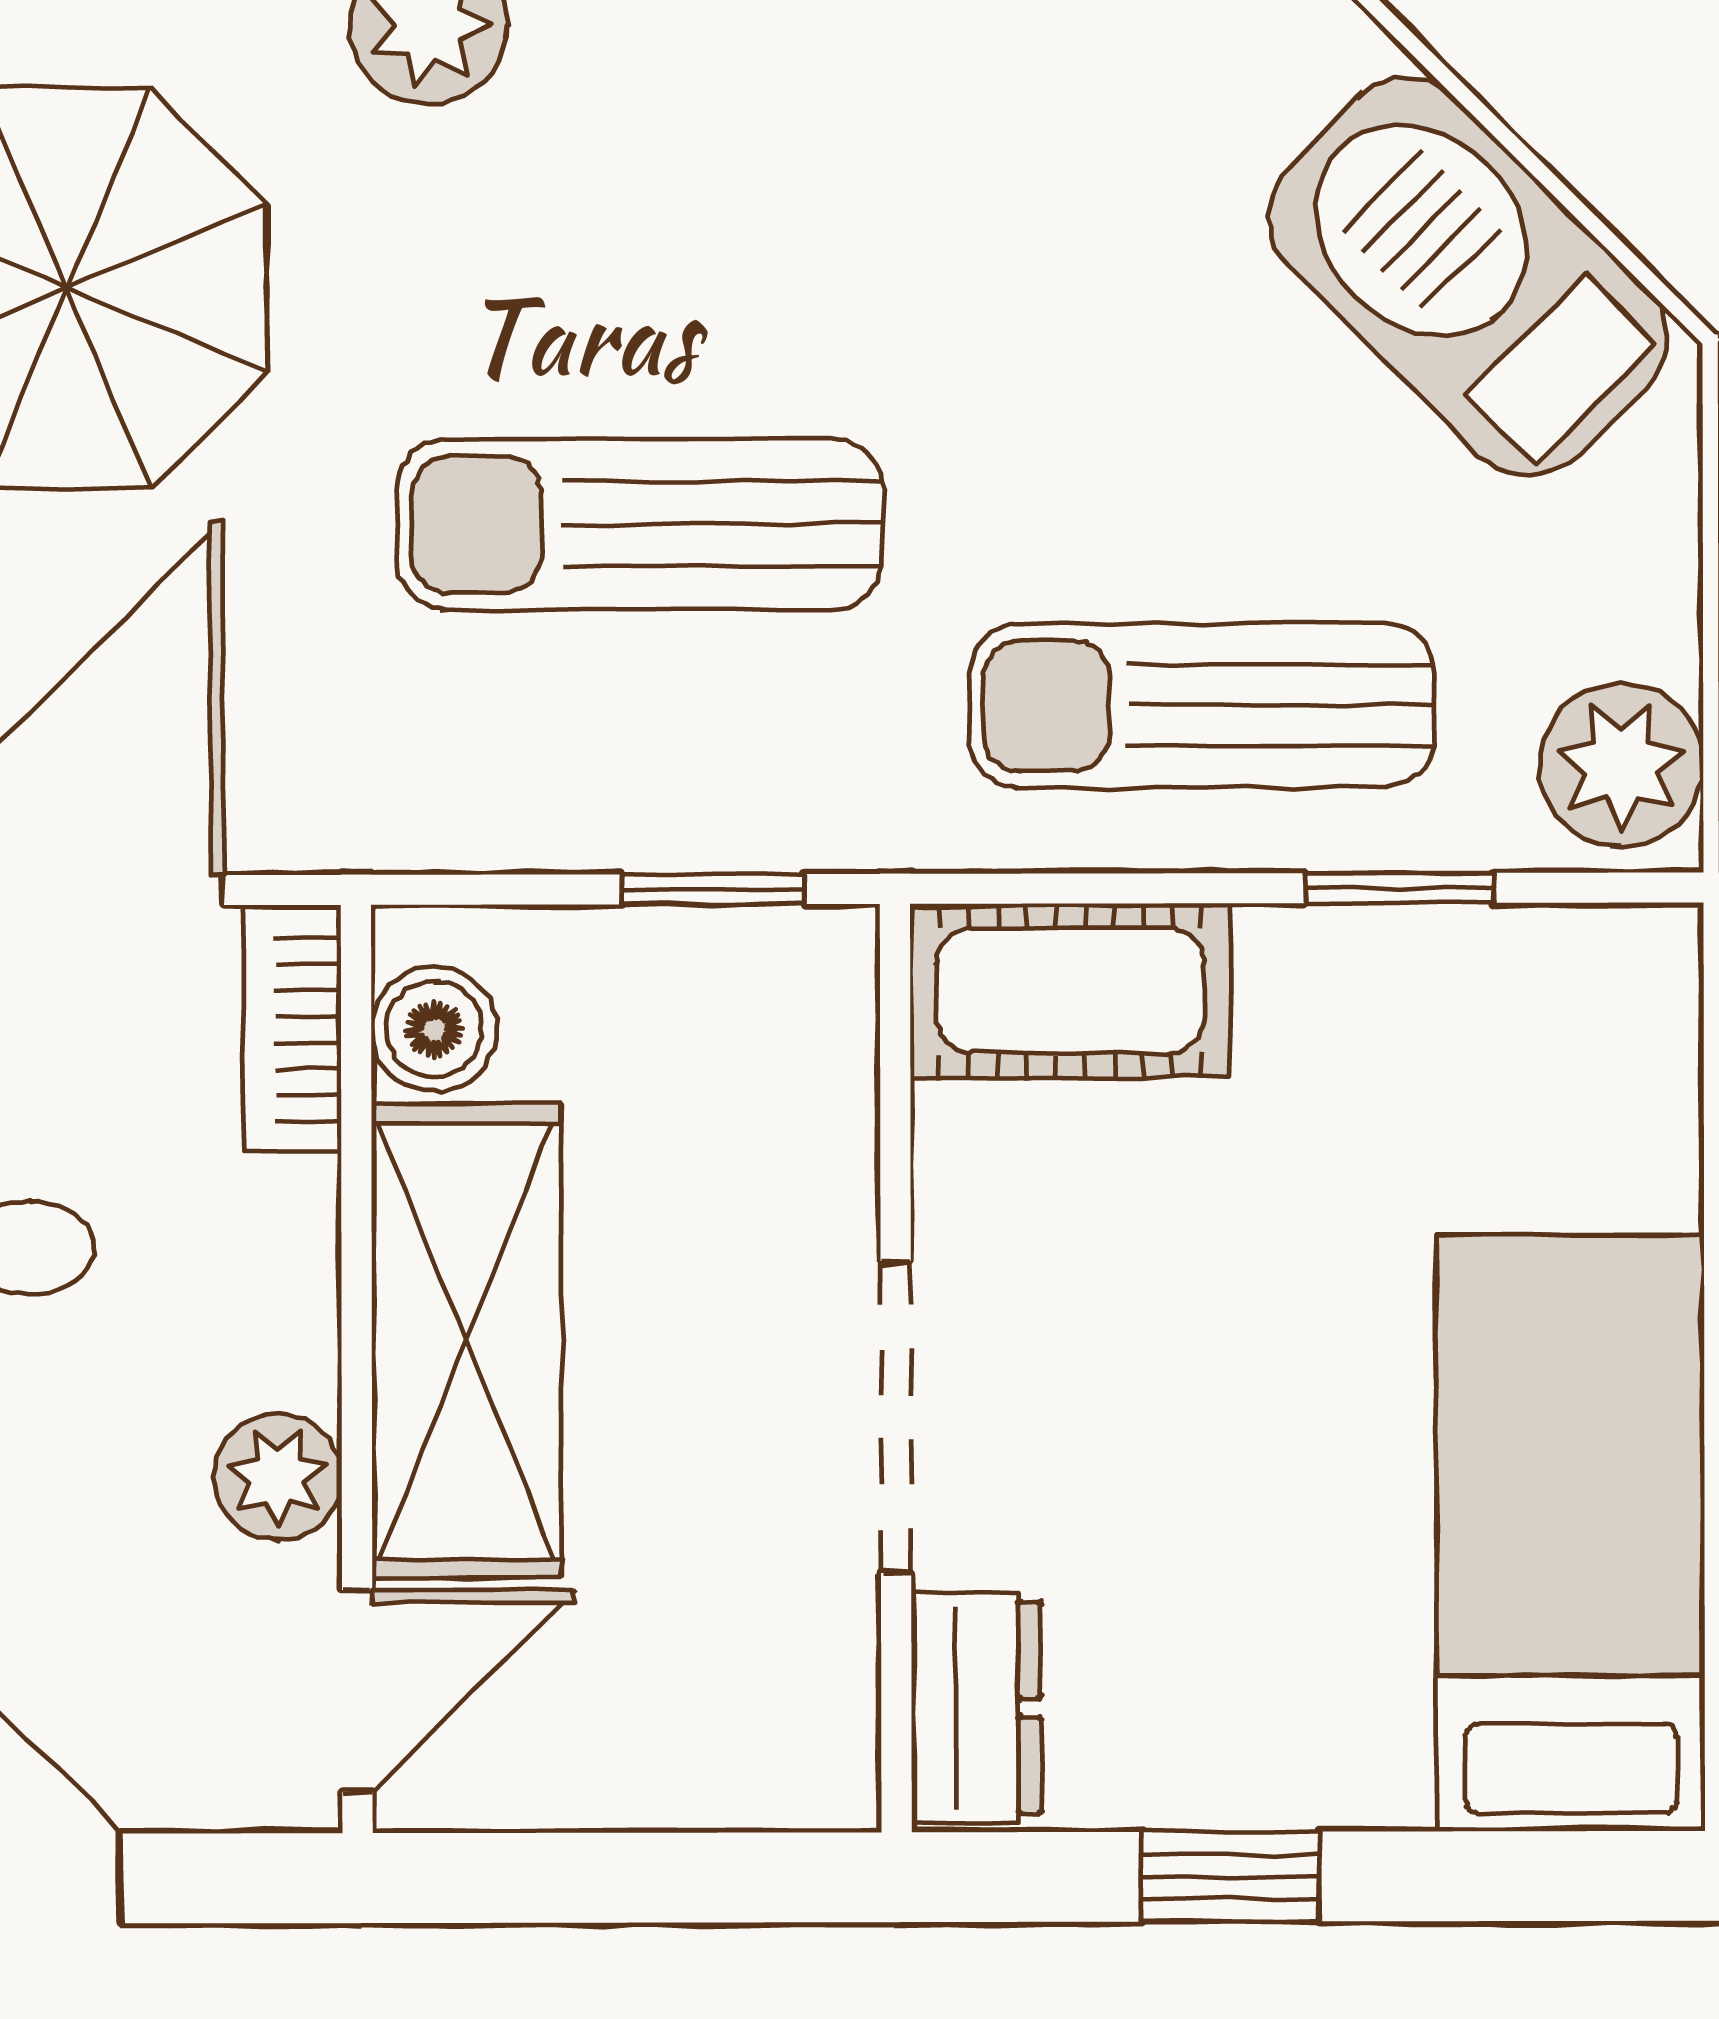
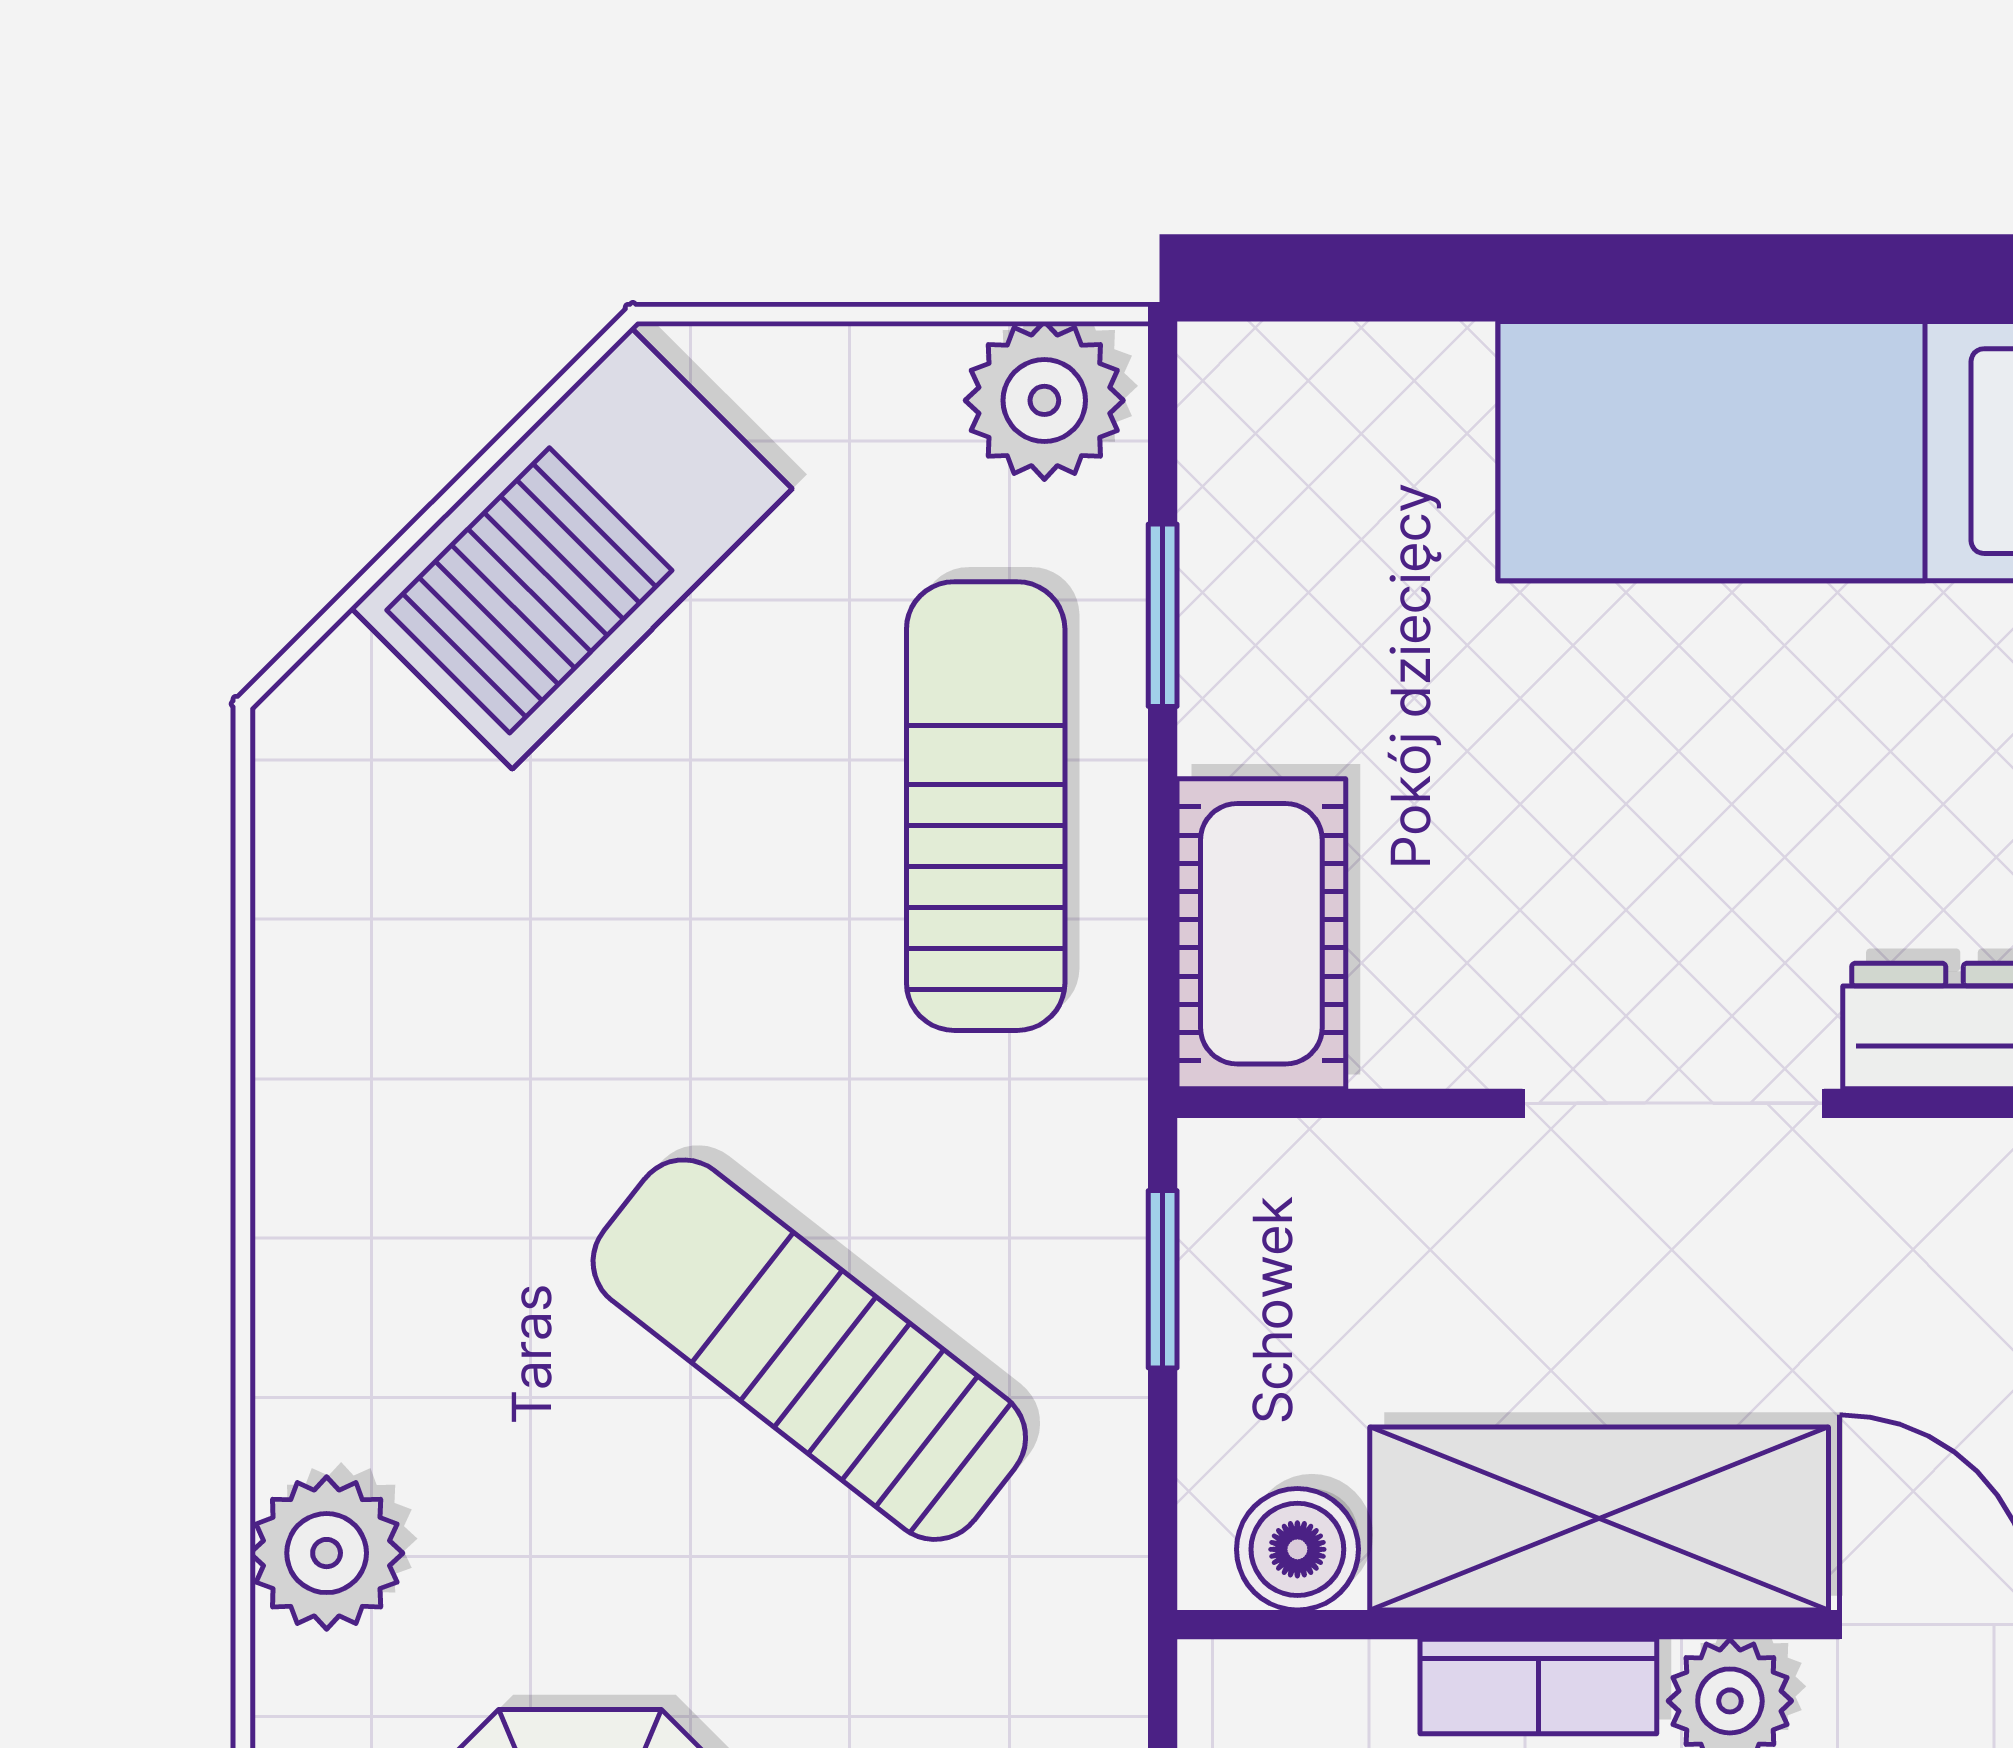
sun lounger: (640, 524) -> (809, 1350), turned 128
sun lounger: (1202, 705) -> (986, 806), turned 180
bookcase: (292, 1029) -> (1538, 1686), moved

